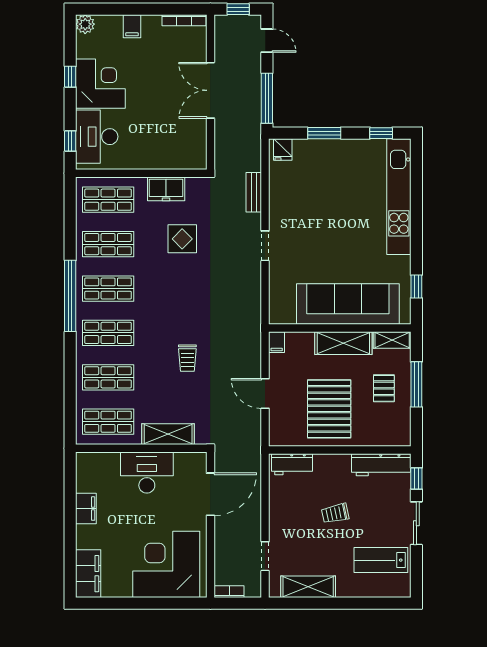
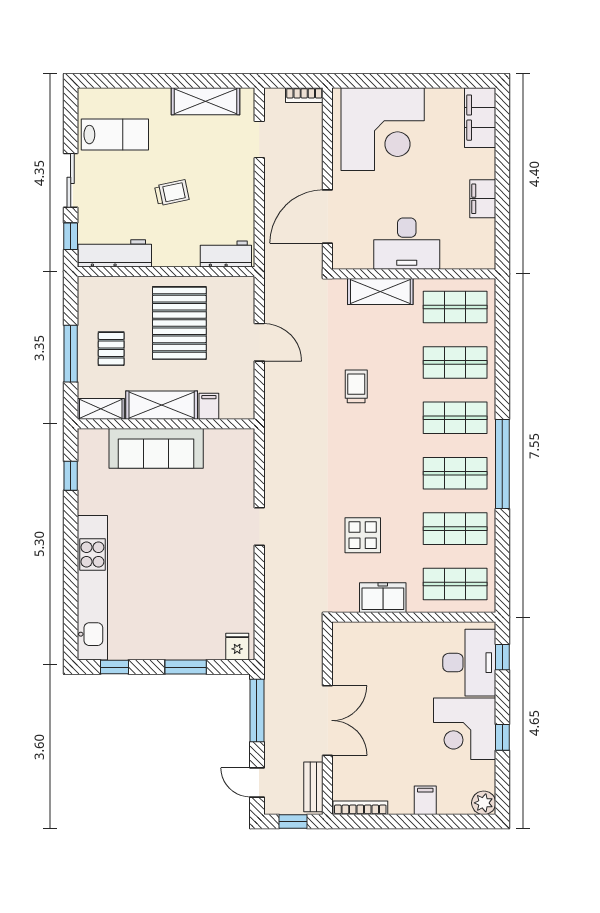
bench: (254, 192) -> (313, 787), moved
sofa: (348, 304) -> (156, 448), width x0.74, depth x0.79
filing cabinet: (277, 342) -> (209, 406), moved

